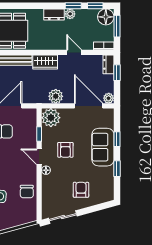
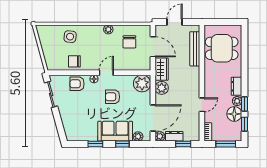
floor lamp: (106, 17) -> (234, 114), moved
wardrobe: (45, 62) -> (162, 69), moved, turned 180
dresser: (109, 64) -> (174, 136), moved
plant: (109, 122) -> (138, 136), added
window: (39, 134) -> (127, 73), removed
armchair: (81, 190) -> (77, 84), moved, turned 180

